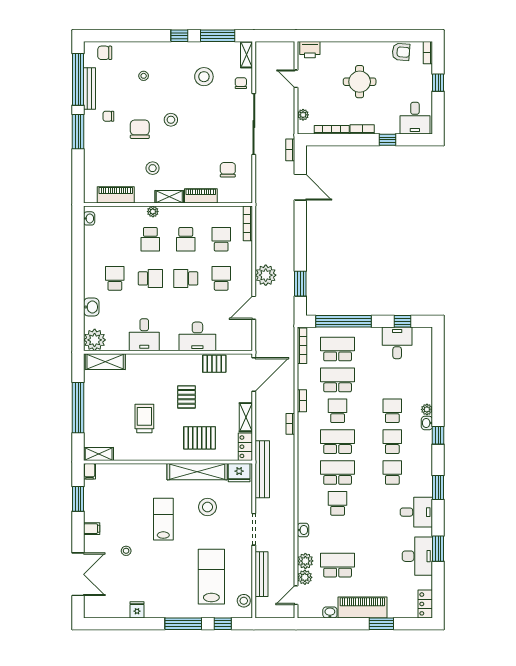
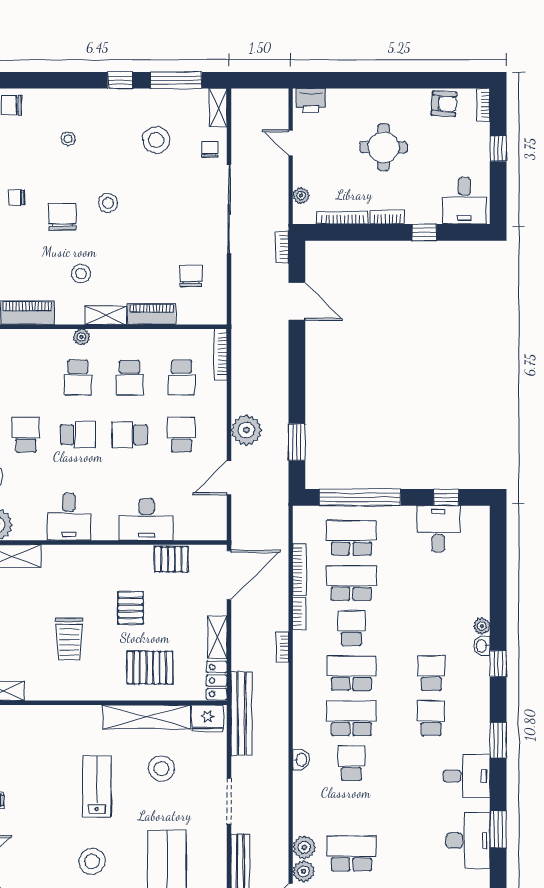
school desk: (221, 239) -> (181, 378), turned 180
bookcase: (302, 346) -> (299, 569), moved
school desk: (392, 411) -> (431, 628), removed
trolley: (144, 418) -> (69, 639), turned 180
washbasin: (303, 530) -> (301, 760), moved
stool: (126, 551) -> (92, 861), moved, width x1.89, depth x1.89

